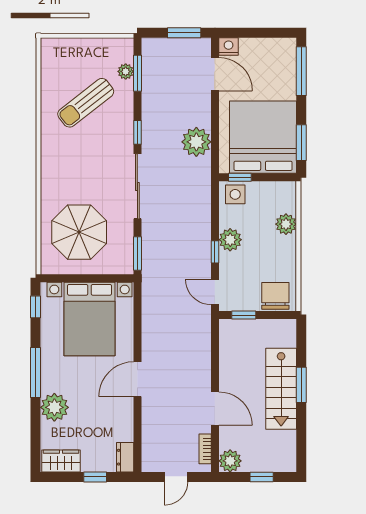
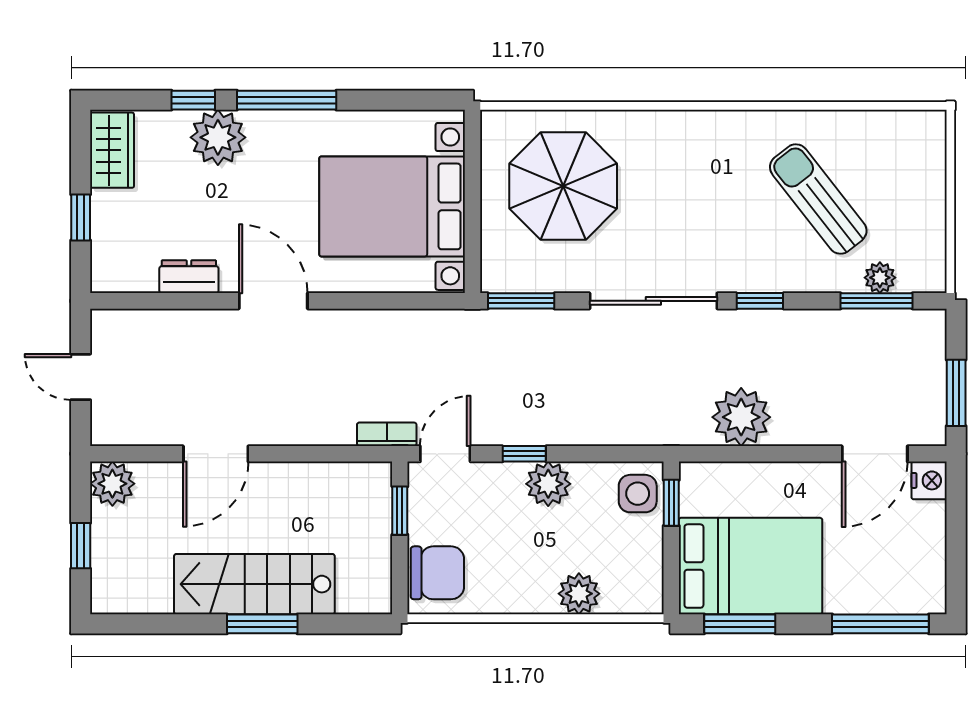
bed: (263, 137) -> (751, 566), width x0.73
window: (36, 307) -> (193, 100), moved
bookcase: (205, 449) -> (387, 434), moved
dresser: (125, 457) -> (189, 277), moved

